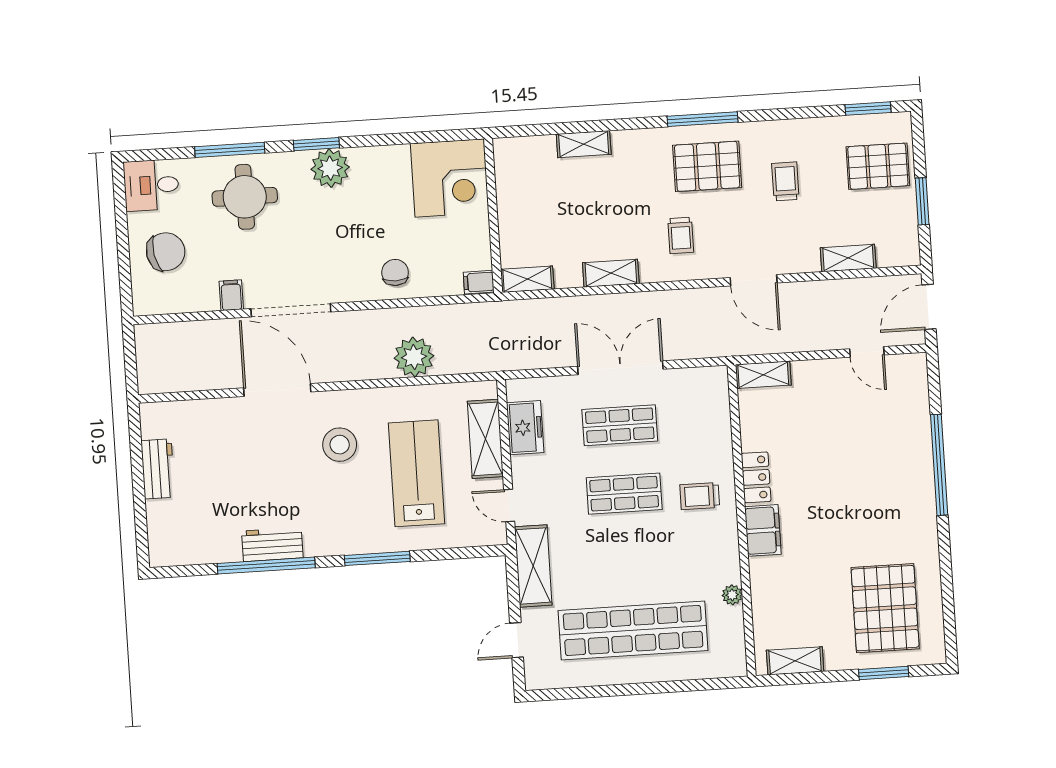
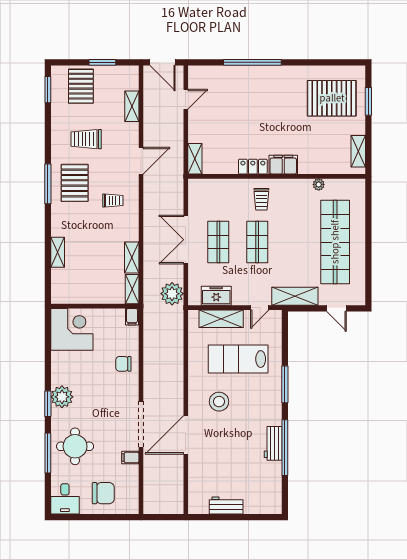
trolley: (785, 181) -> (86, 139), width x1.36, depth x1.39
chair: (166, 252) -> (103, 493), turned 101
shelving: (611, 273) -> (132, 257), moved
plant: (414, 357) -> (172, 294), moved

